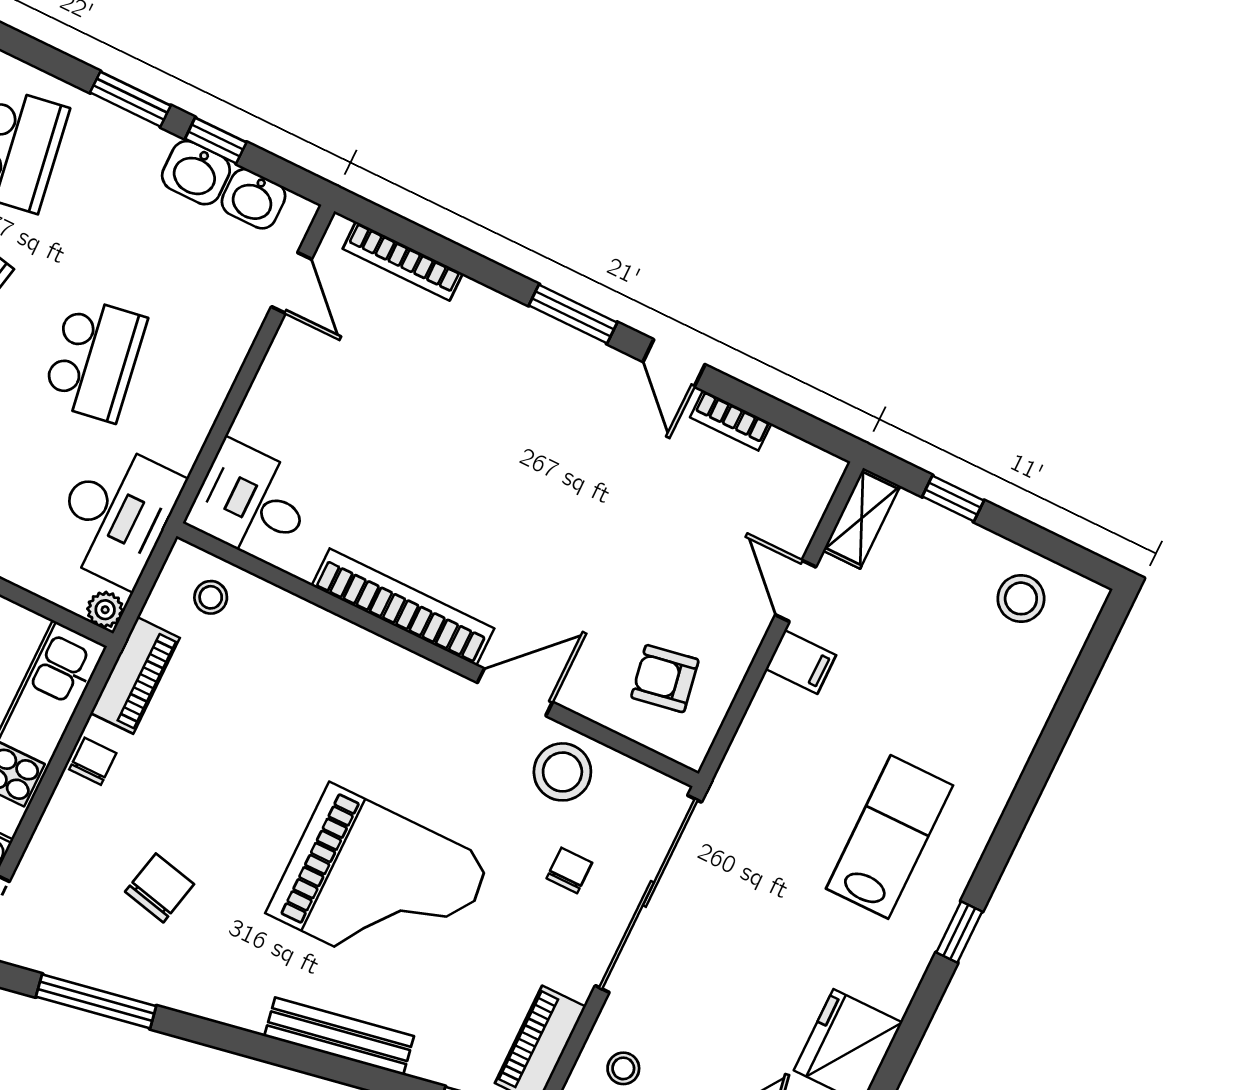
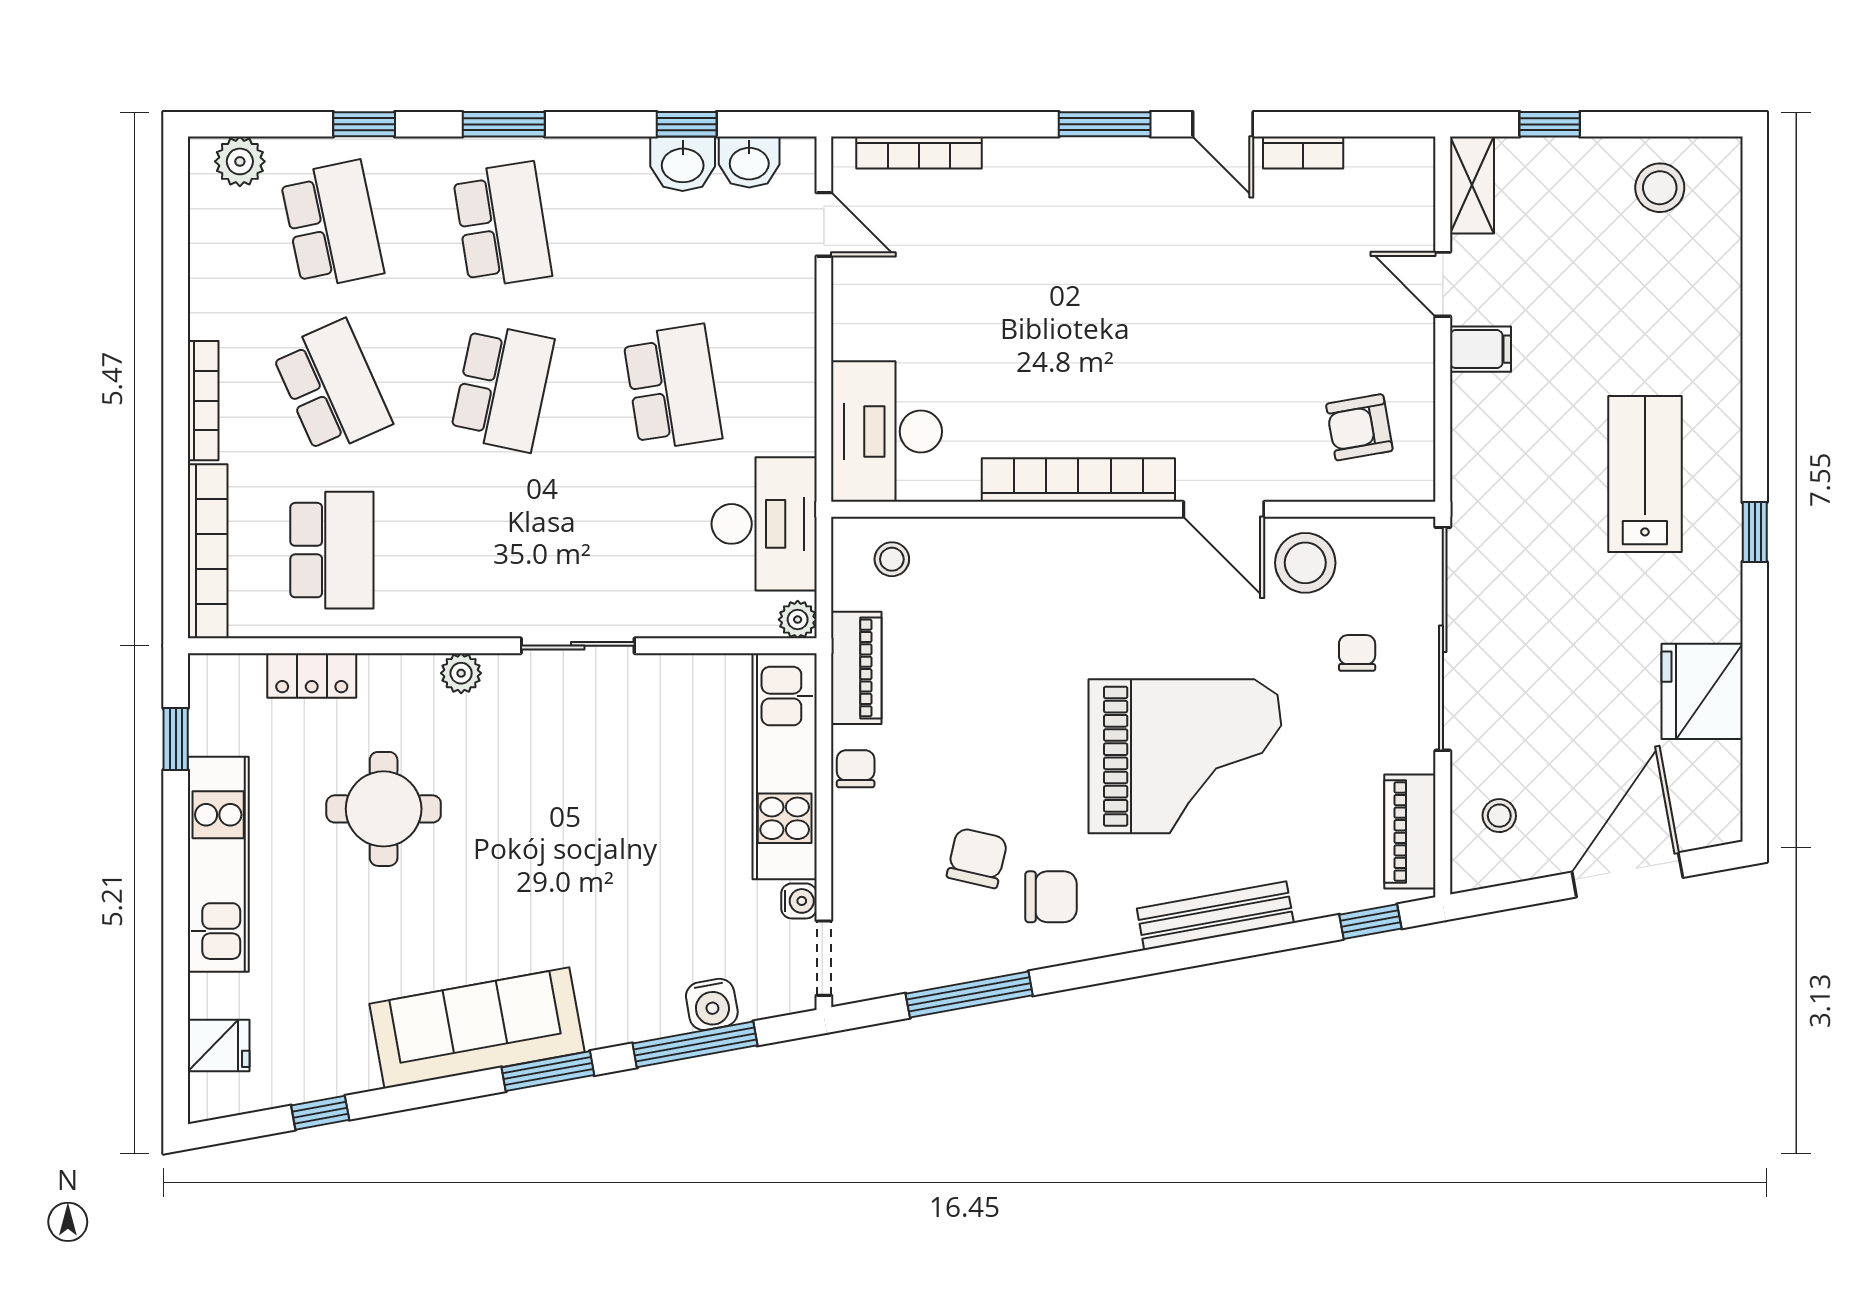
window: (130, 99) -> (504, 124), moved
desk: (251, 502) -> (887, 432), width x1.37
door: (515, 692) -> (1224, 509), swing flipped
chair: (207, 952) -> (1051, 897), added

